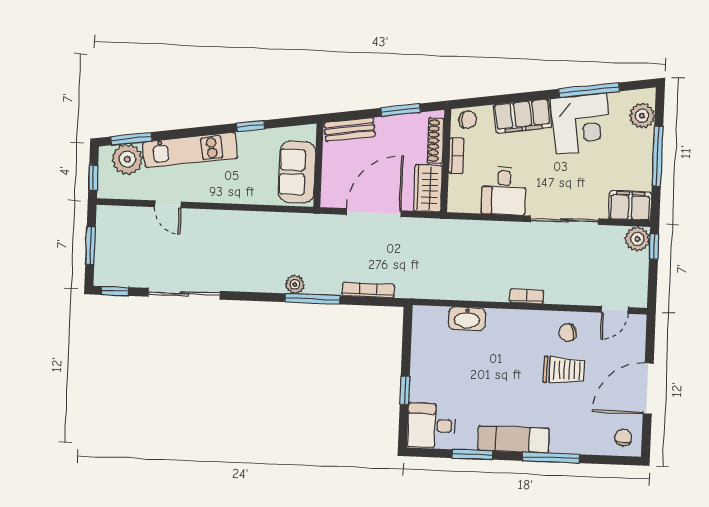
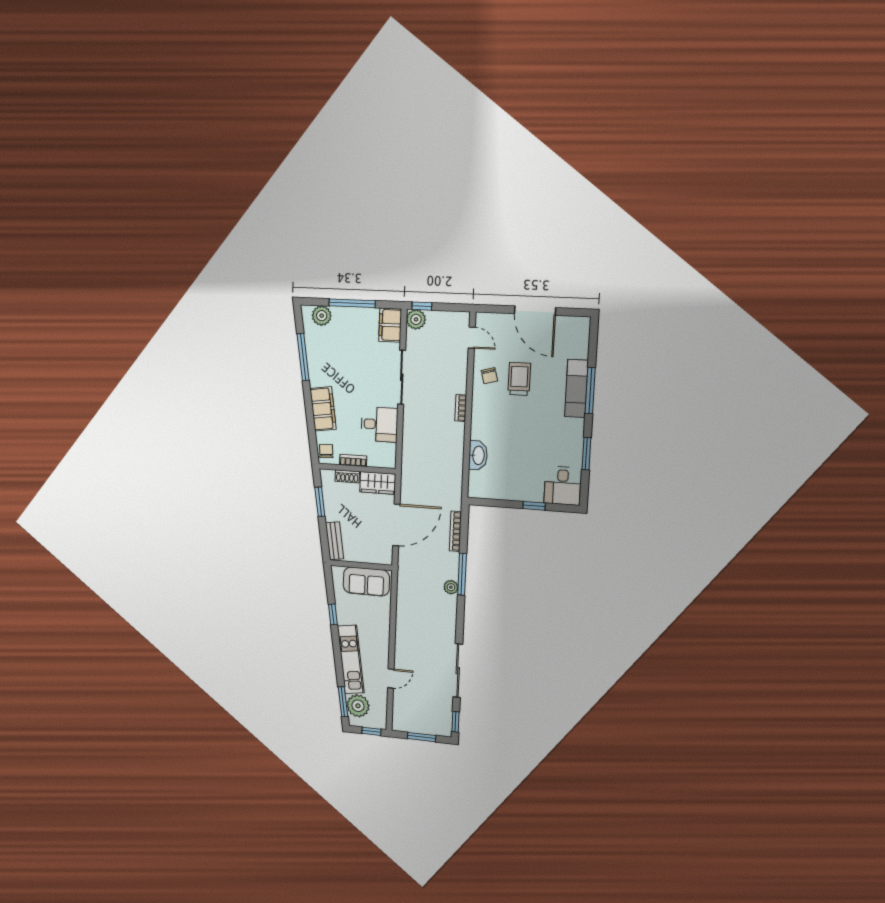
corner desk: (581, 124) -> (328, 363), removed
shoe rack: (436, 141) -> (347, 476), width x0.70
door: (374, 213) -> (396, 525), swing flipped
chair: (623, 438) -> (575, 331), removed
exam couch: (513, 439) -> (576, 389), moved

